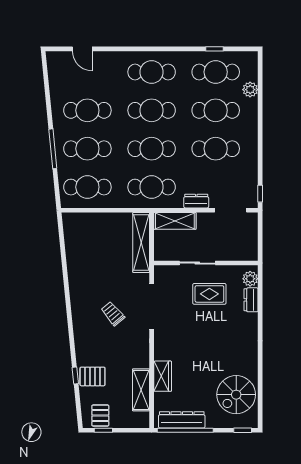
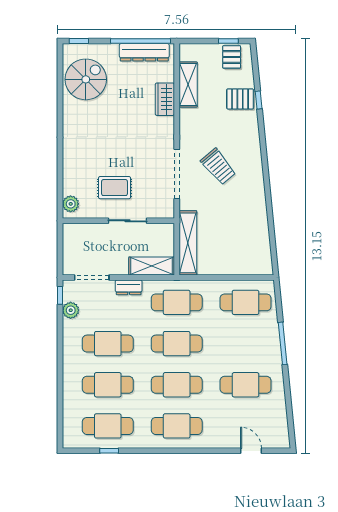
plant: (250, 90) -> (71, 310), moved
cafe table: (87, 149) -> (246, 344), removed
dresser: (251, 300) -> (70, 181), removed
trolley: (113, 314) -> (218, 166), width x1.36, depth x1.39

